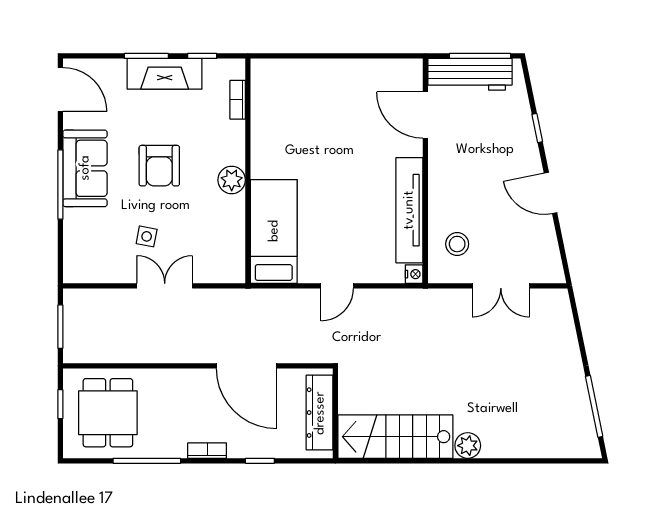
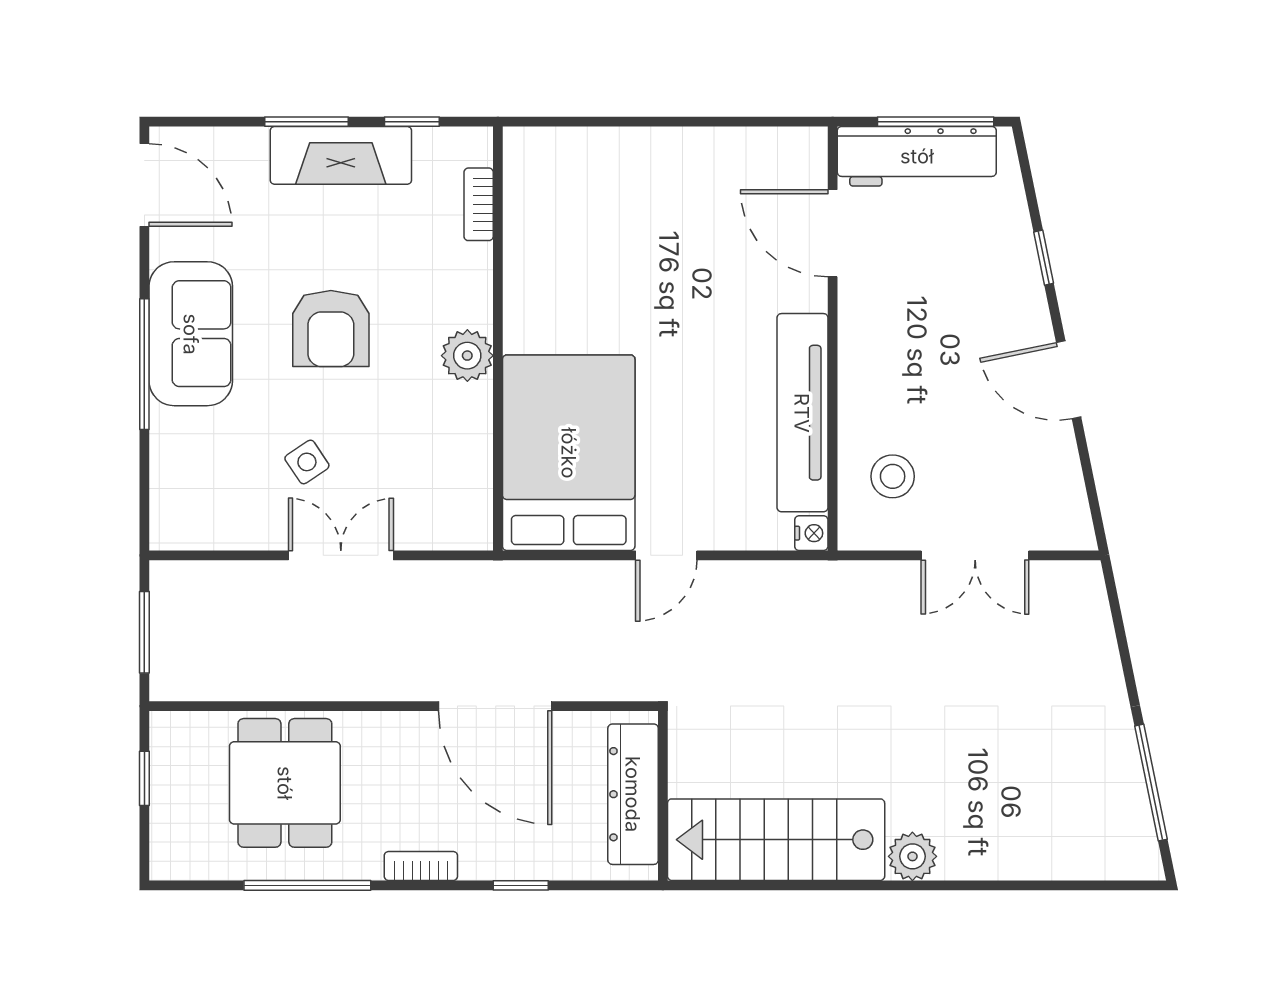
bed: (274, 231) -> (569, 453), width x1.50
side table: (147, 236) -> (307, 462), turned 45
dining table: (108, 413) -> (285, 783), moved

